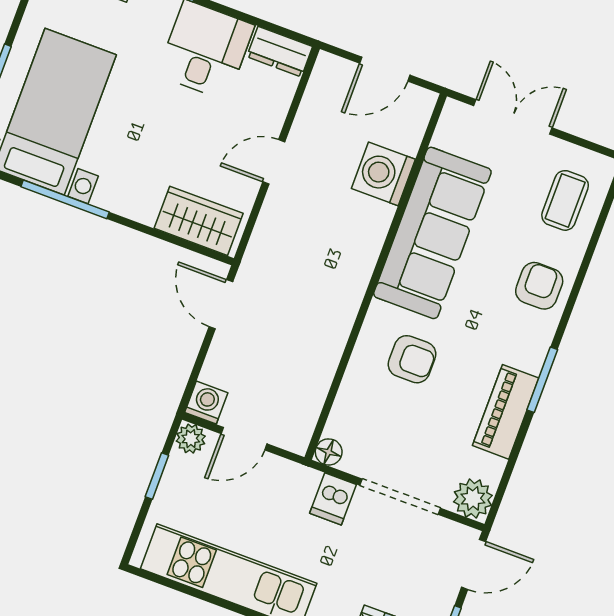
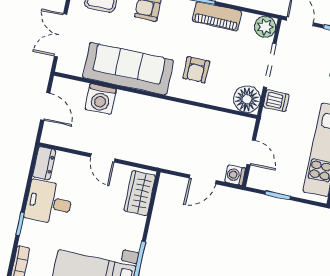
door: (221, 304) -> (203, 179), moved
armchair: (412, 359) -> (196, 70), turned 180
plant: (191, 439) -> (255, 180), removed
floor lamp: (329, 452) -> (247, 99), width x1.89, depth x1.89

